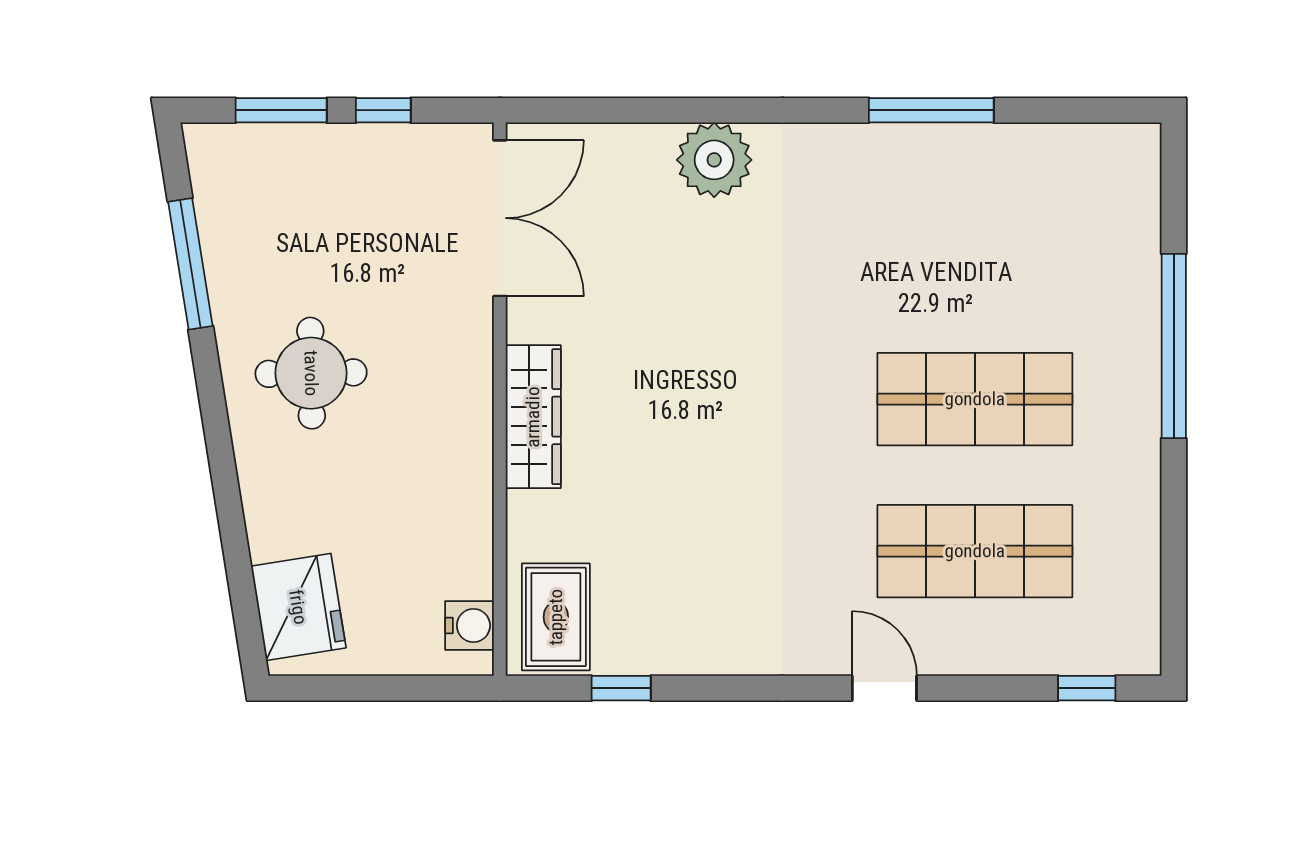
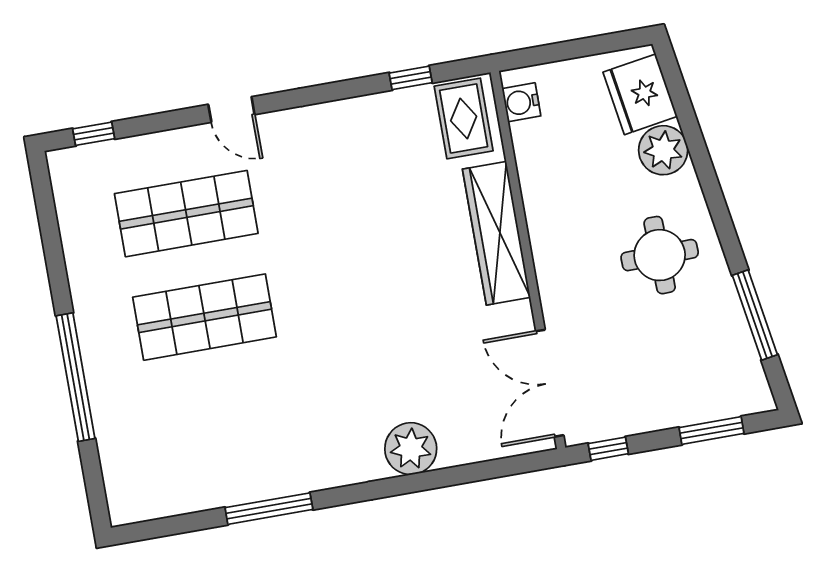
window: (383, 110) -> (608, 449), moved
wardrobe: (533, 417) -> (496, 233), width x1.40, depth x1.17
plant: (280, 522) -> (663, 150), added

